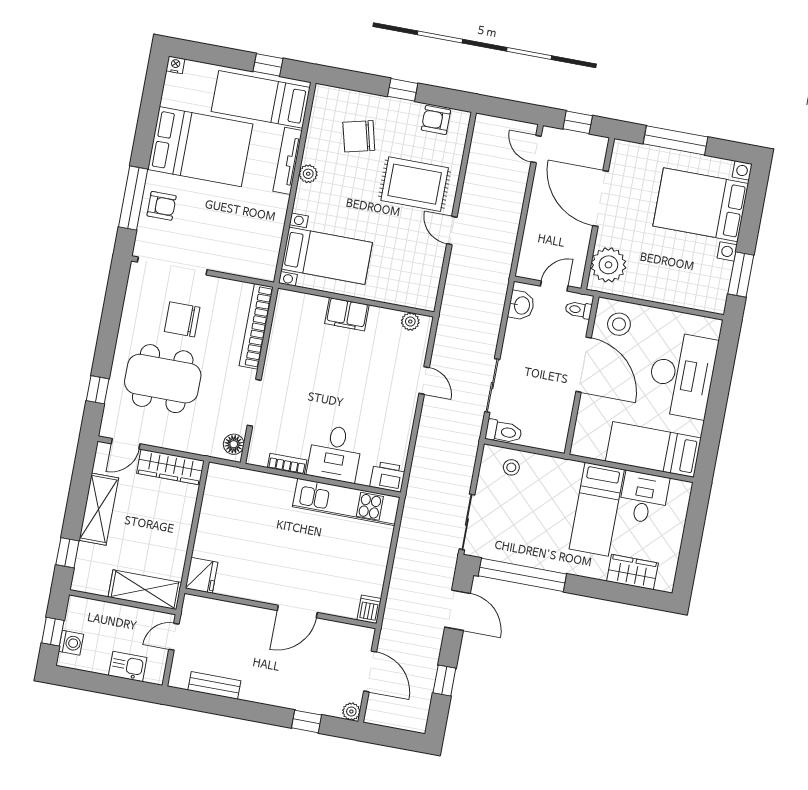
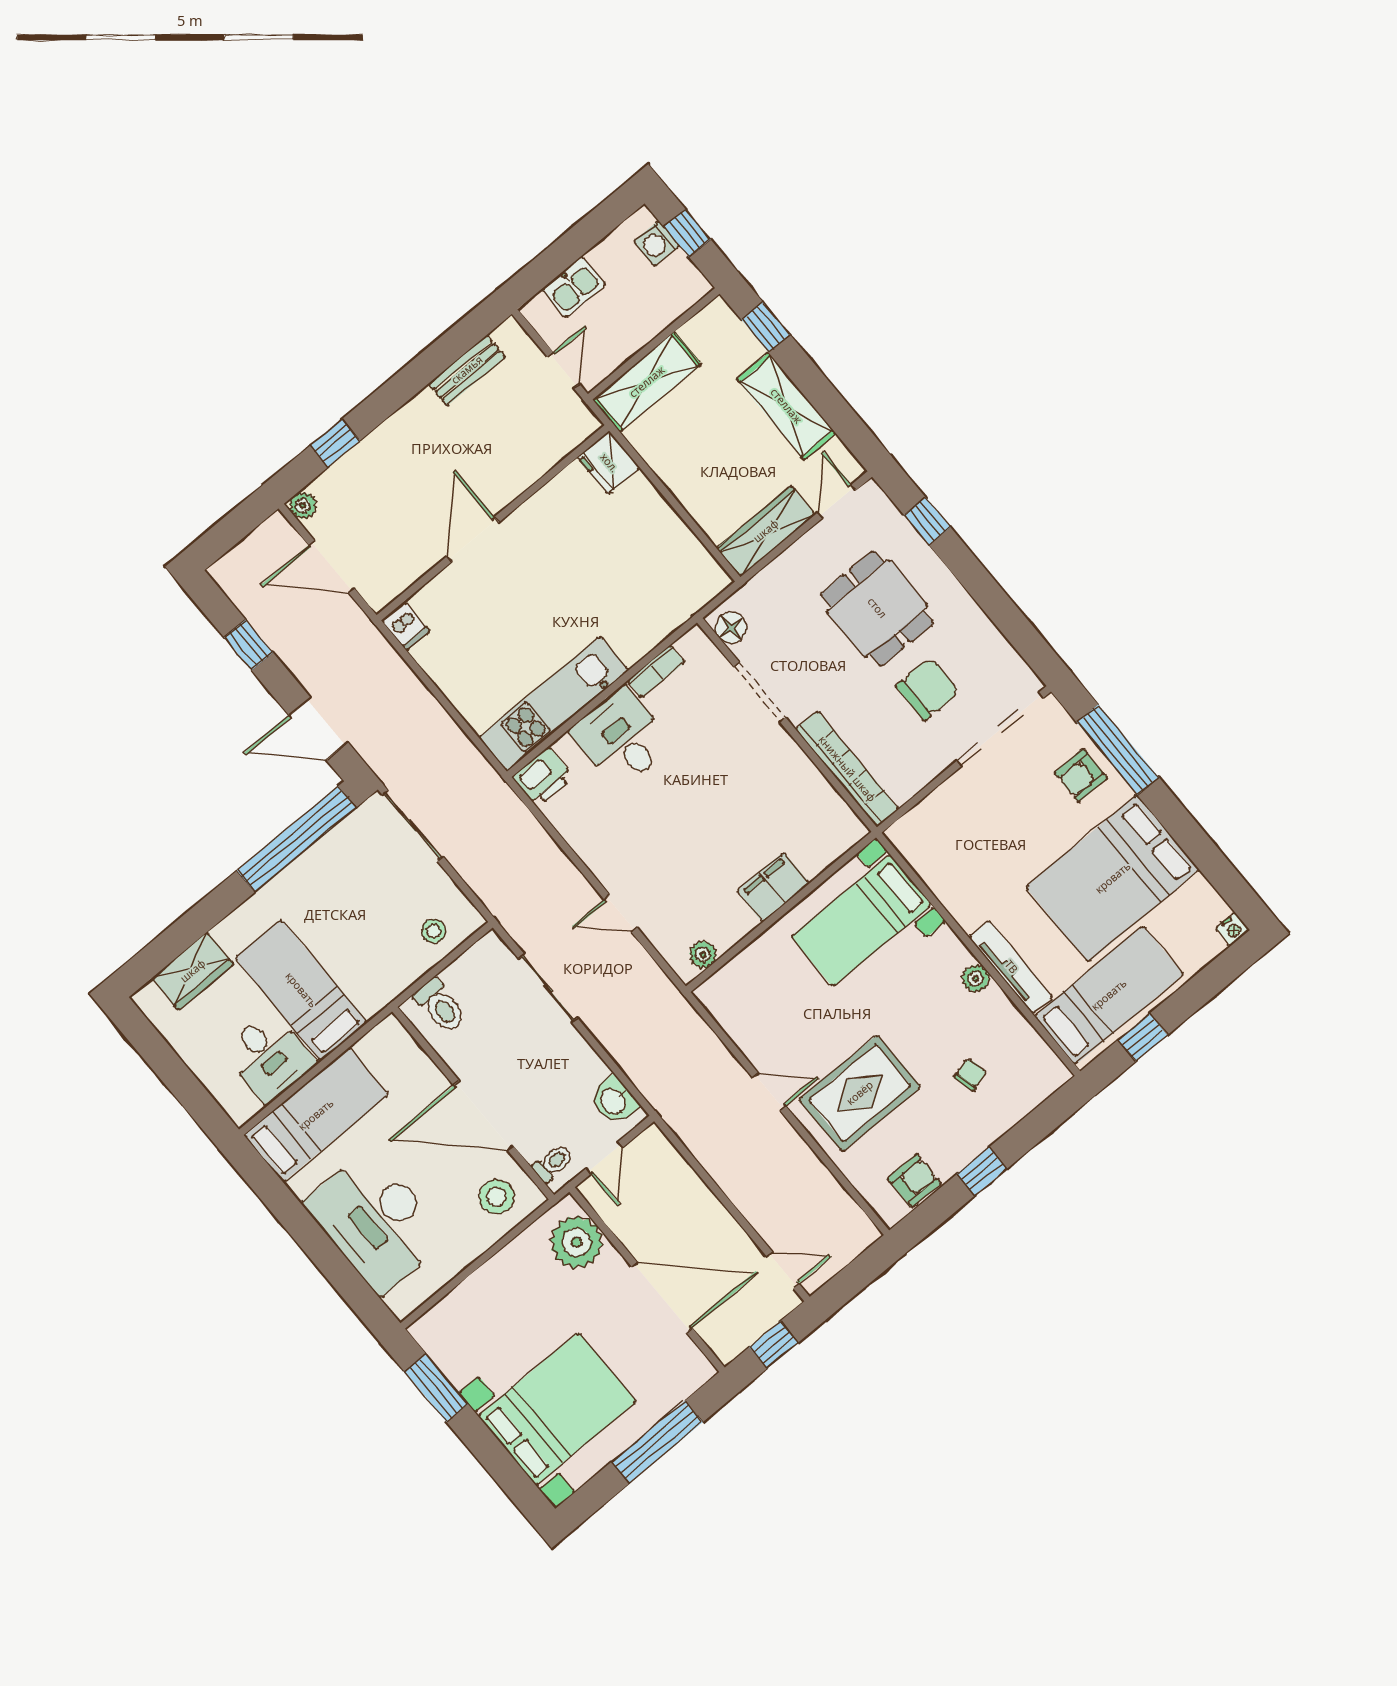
chair: (359, 136) -> (970, 1075), width x0.54, depth x0.54
dining table: (163, 379) -> (877, 608), width x0.73
toilet: (504, 432) -> (440, 1006), moved, turned -90

